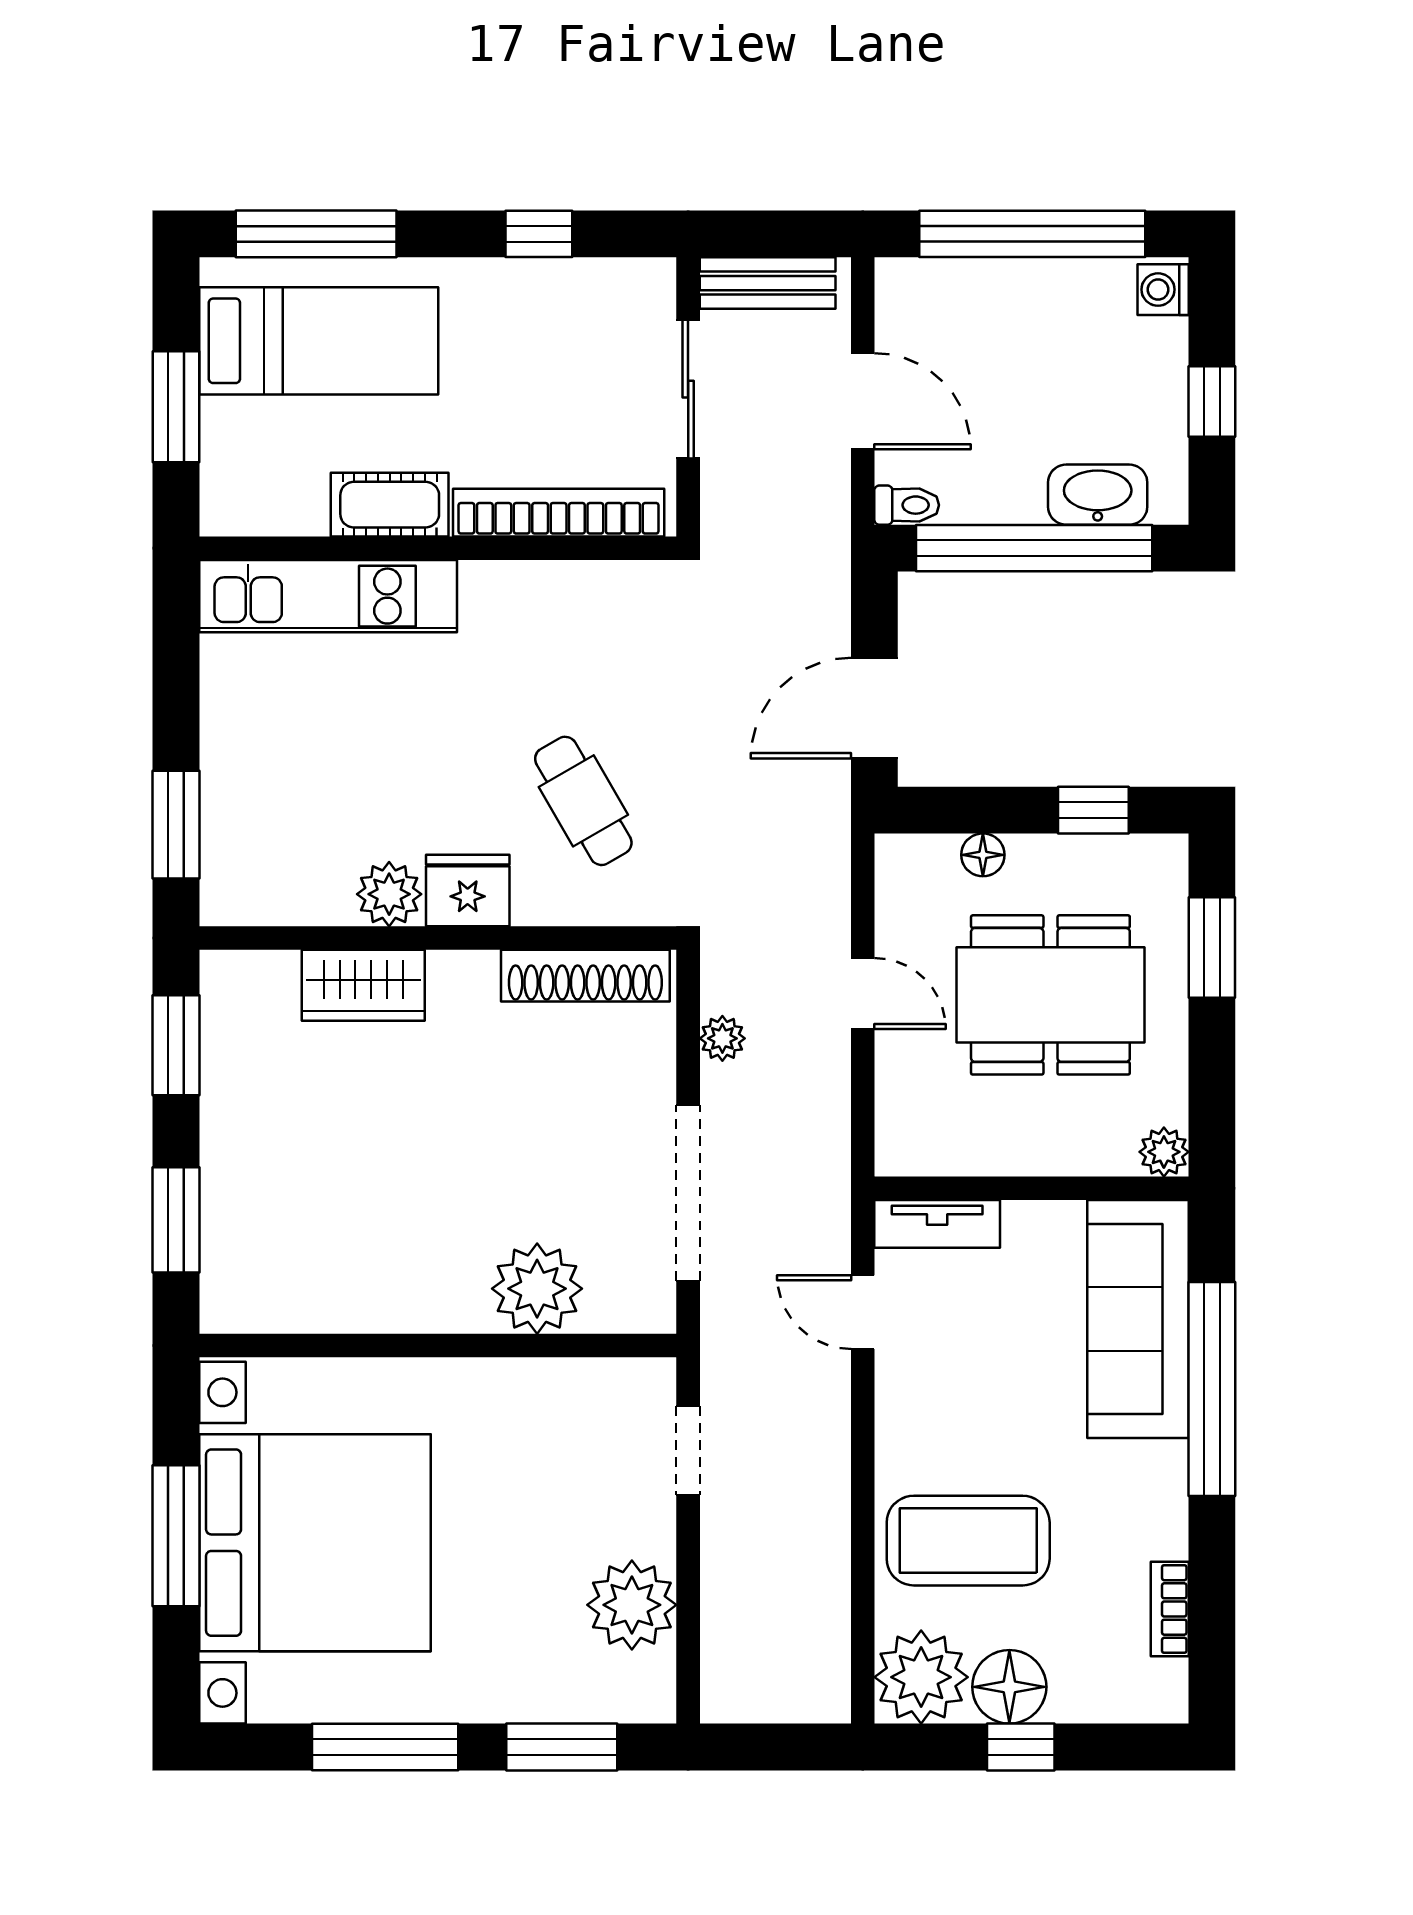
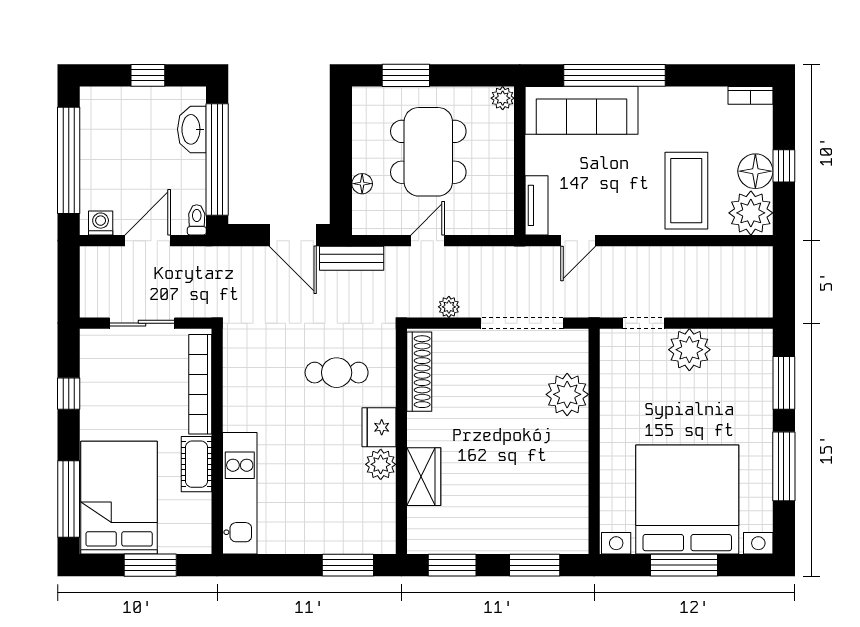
bench: (768, 283) -> (352, 258), moved, turned 90
washing machine: (1163, 290) -> (101, 223), moved, turned 180
bed: (319, 341) -> (119, 498), width x1.50
cafe table: (583, 801) -> (337, 373), turned 30
window: (1093, 810) -> (341, 132), removed
plant: (632, 1605) -> (689, 350), moved
bookcase: (1170, 1609) -> (750, 95), moved

